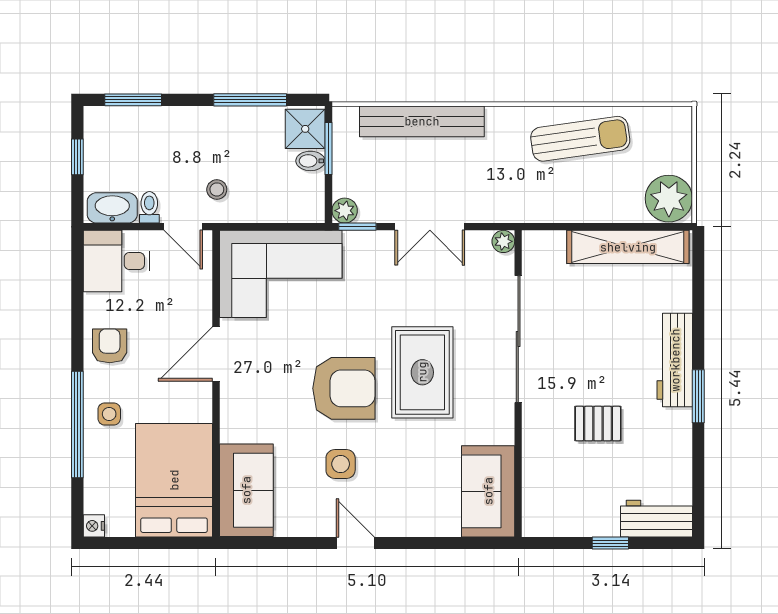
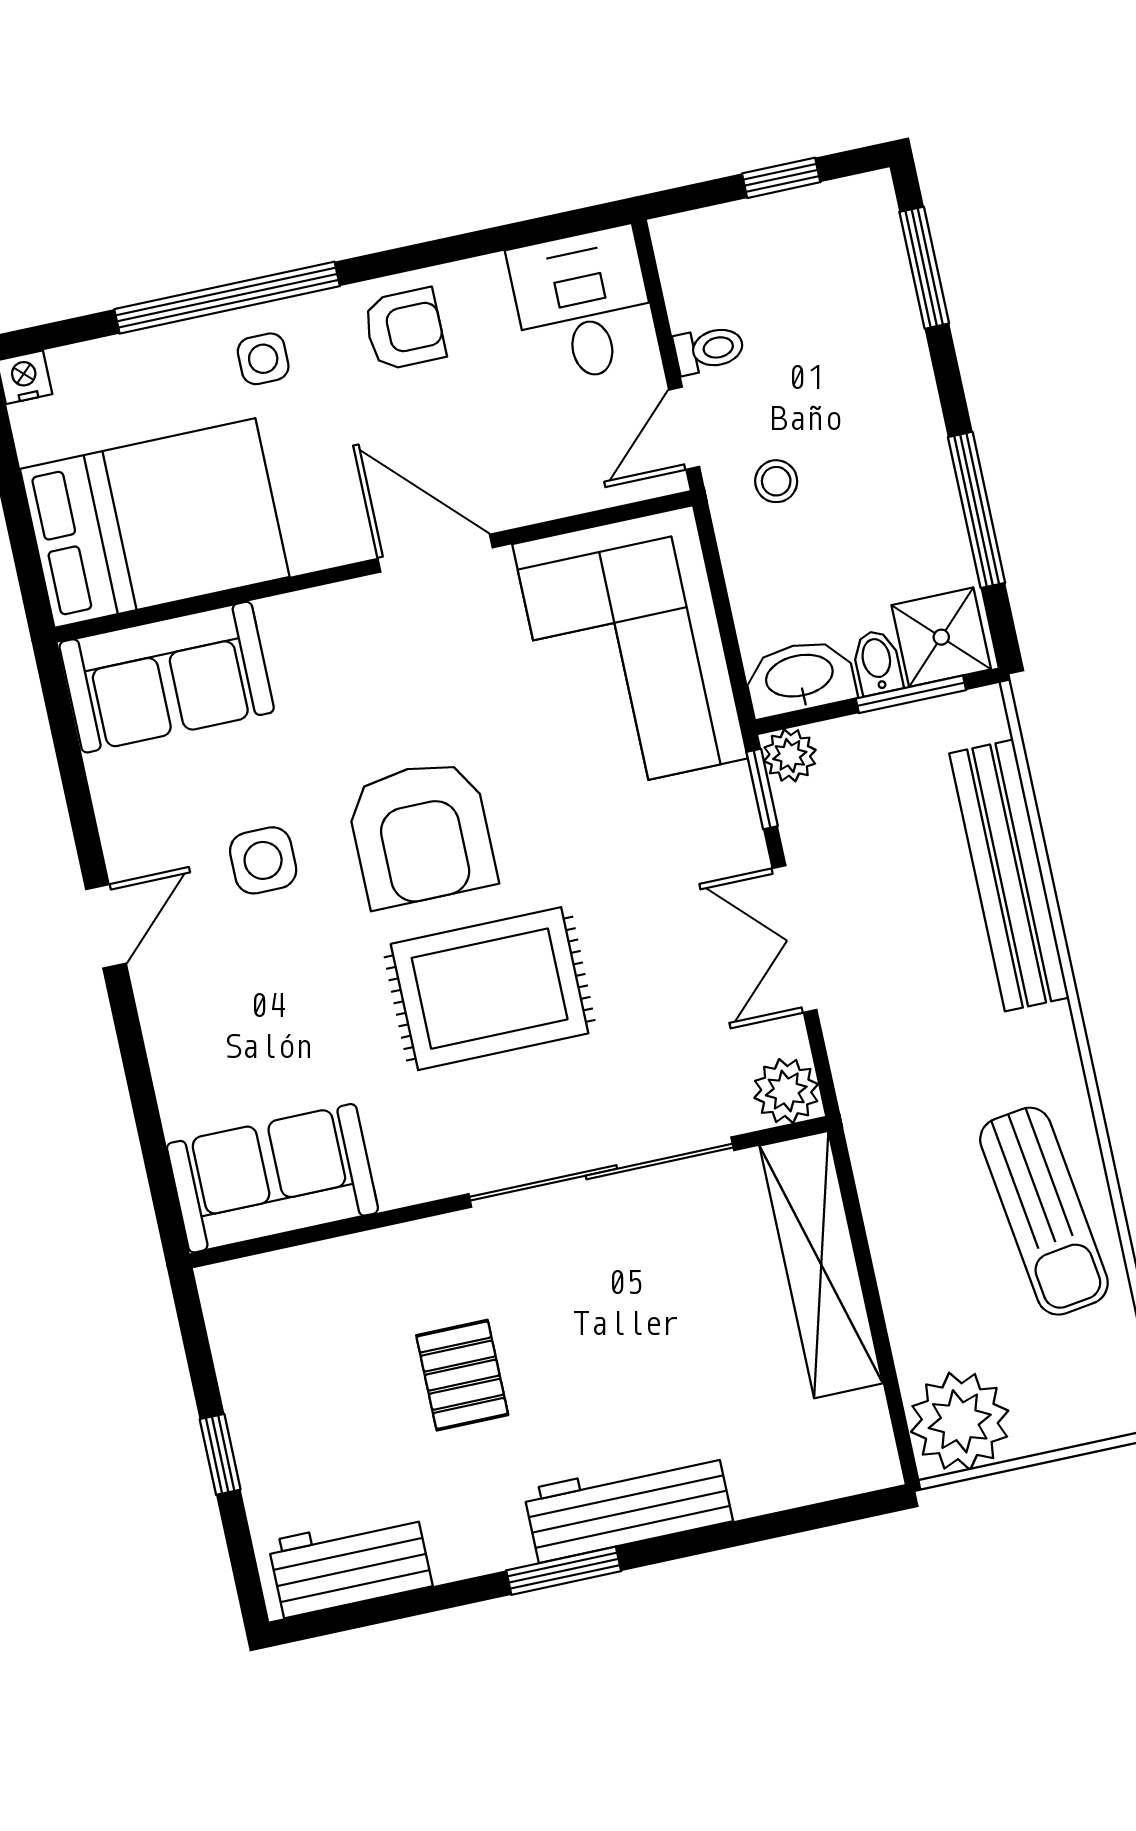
washbasin: (112, 208) -> (800, 678), moved, turned -90
plant: (503, 241) -> (786, 1091), width x1.38, depth x1.38
shelving: (628, 247) -> (821, 1265), moved
workbench: (656, 519) -> (350, 1564), moved, turned -90

